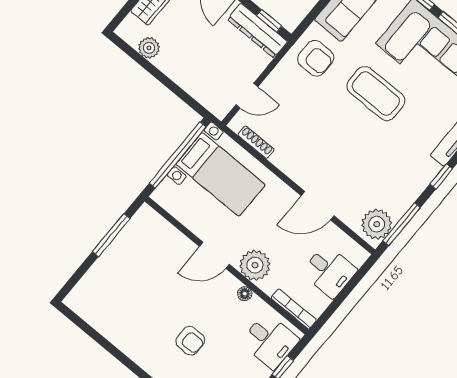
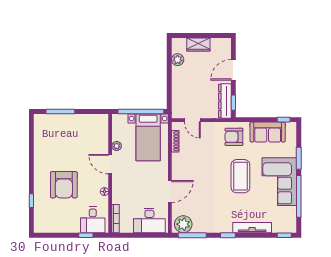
armchair: (316, 58) -> (234, 137), turned 90
door: (317, 206) -> (170, 191), swing flipped
window: (111, 235) -> (60, 111), moved
plant: (255, 265) -> (117, 146), moved, width x0.53, depth x0.53
desk: (329, 271) -> (149, 221), width x1.37
armchair: (190, 341) -> (64, 185), width x1.88, depth x1.88

